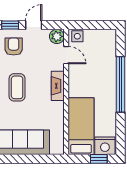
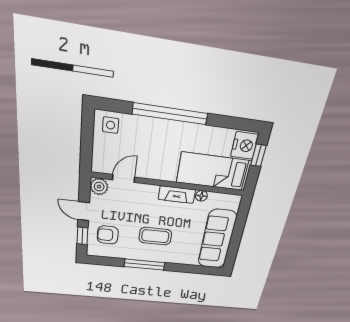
side table: (77, 36) -> (111, 125), moved
fireplace: (58, 86) -> (177, 195), moved
floor lamp: (59, 120) -> (201, 196), added

